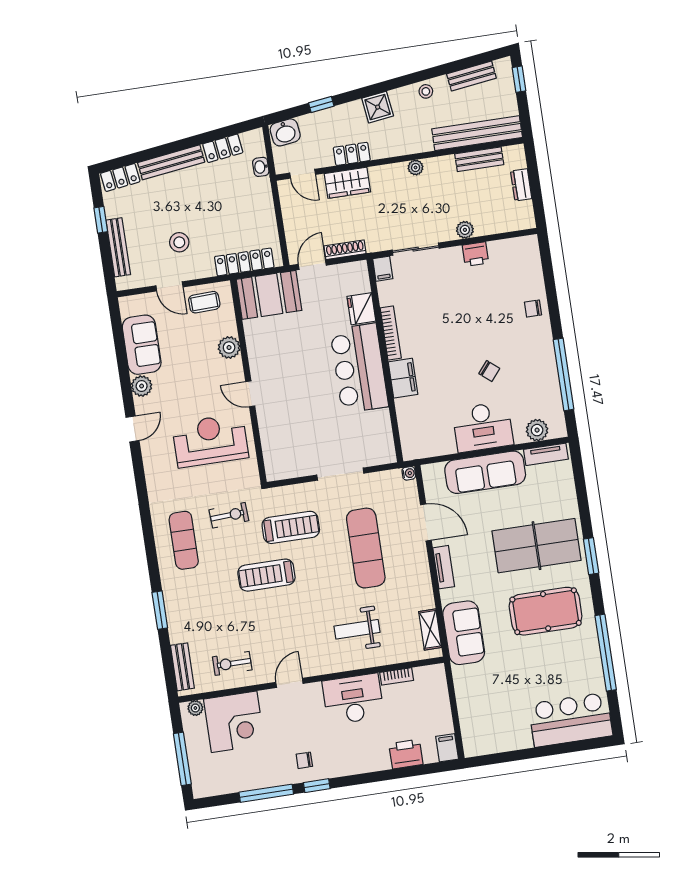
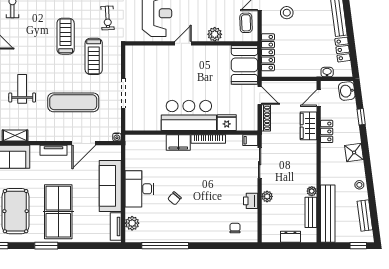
plant: (416, 168) -> (312, 191), moved
chair: (533, 309) -> (235, 228), moved

